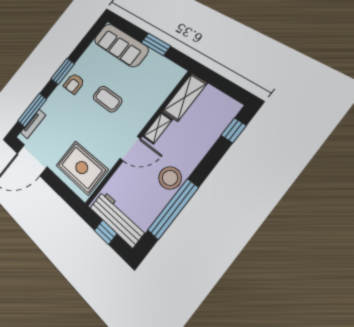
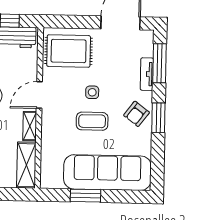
sofa: (121, 45) -> (107, 173), width x1.36, depth x1.27
armchair: (74, 84) -> (137, 114), turned -143
side table: (90, 122) -> (92, 92), added
tv unit: (33, 124) -> (147, 74), moved

